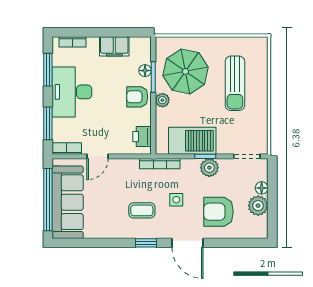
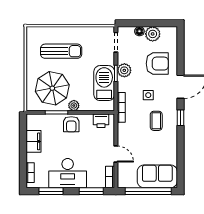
floor lamp: (145, 71) -> (52, 118), removed
sofa: (68, 202) -> (157, 176), width x0.73
armchair: (218, 212) -> (157, 64), turned -90

